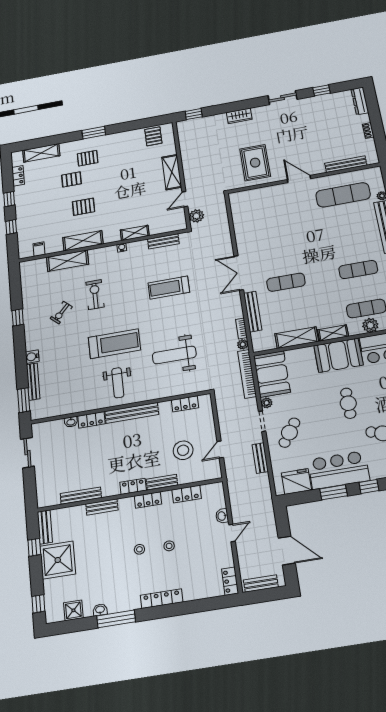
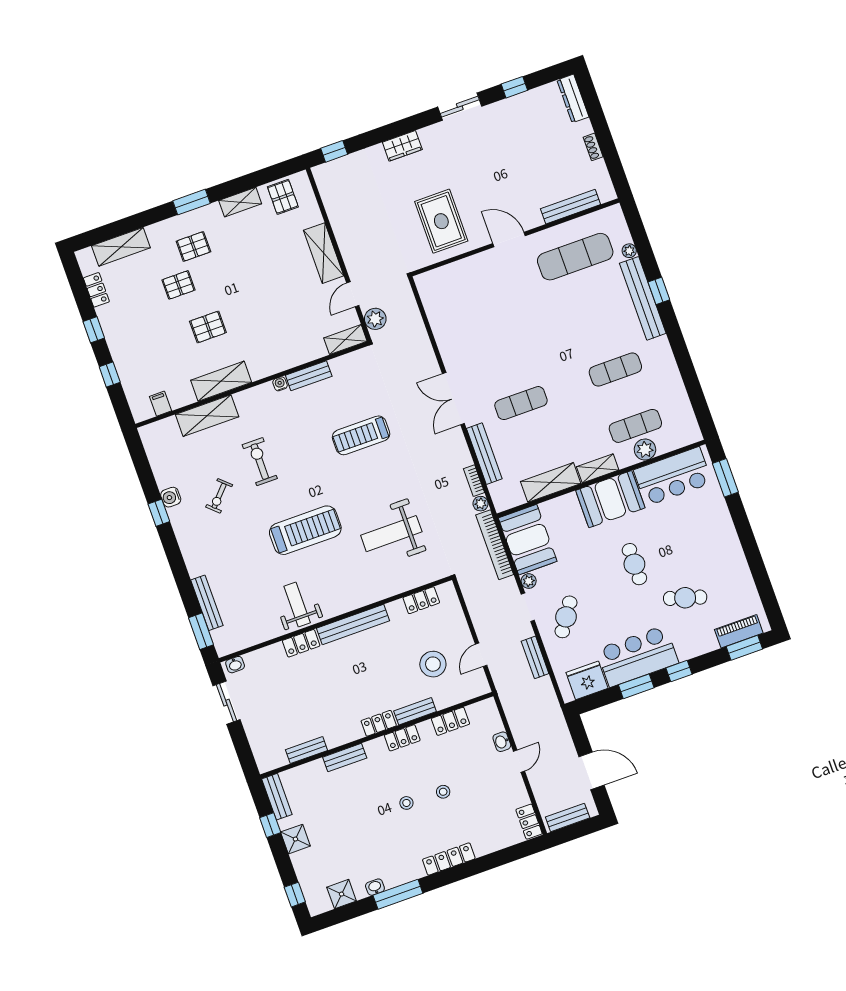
shelving: (125, 136) -> (240, 202), added
shelving: (135, 233) -> (345, 340), moved
bench: (163, 241) -> (309, 376), moved
water cooler: (32, 357) -> (171, 497), moved
weight bench: (118, 383) -> (297, 605), moved, turned 180
washbasin: (71, 422) -> (235, 665), moved
bench: (81, 496) -> (307, 750), width x0.73
shower: (58, 560) -> (295, 839), width x0.54, depth x0.54

